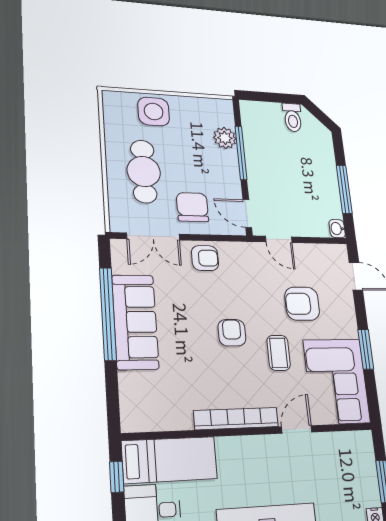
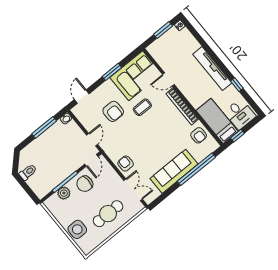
chair: (192, 207) -> (85, 184), moved
window: (108, 314) -> (196, 169), moved
armchair: (232, 333) -> (199, 135), moved, turned -90

